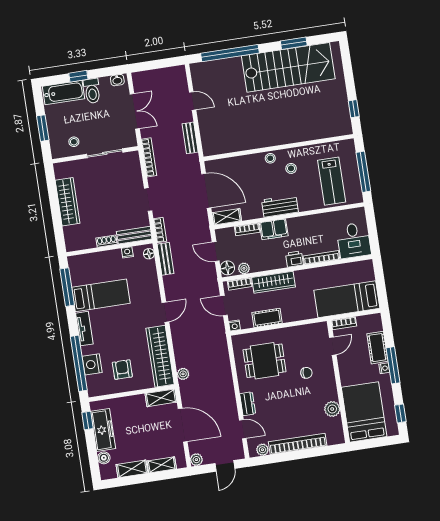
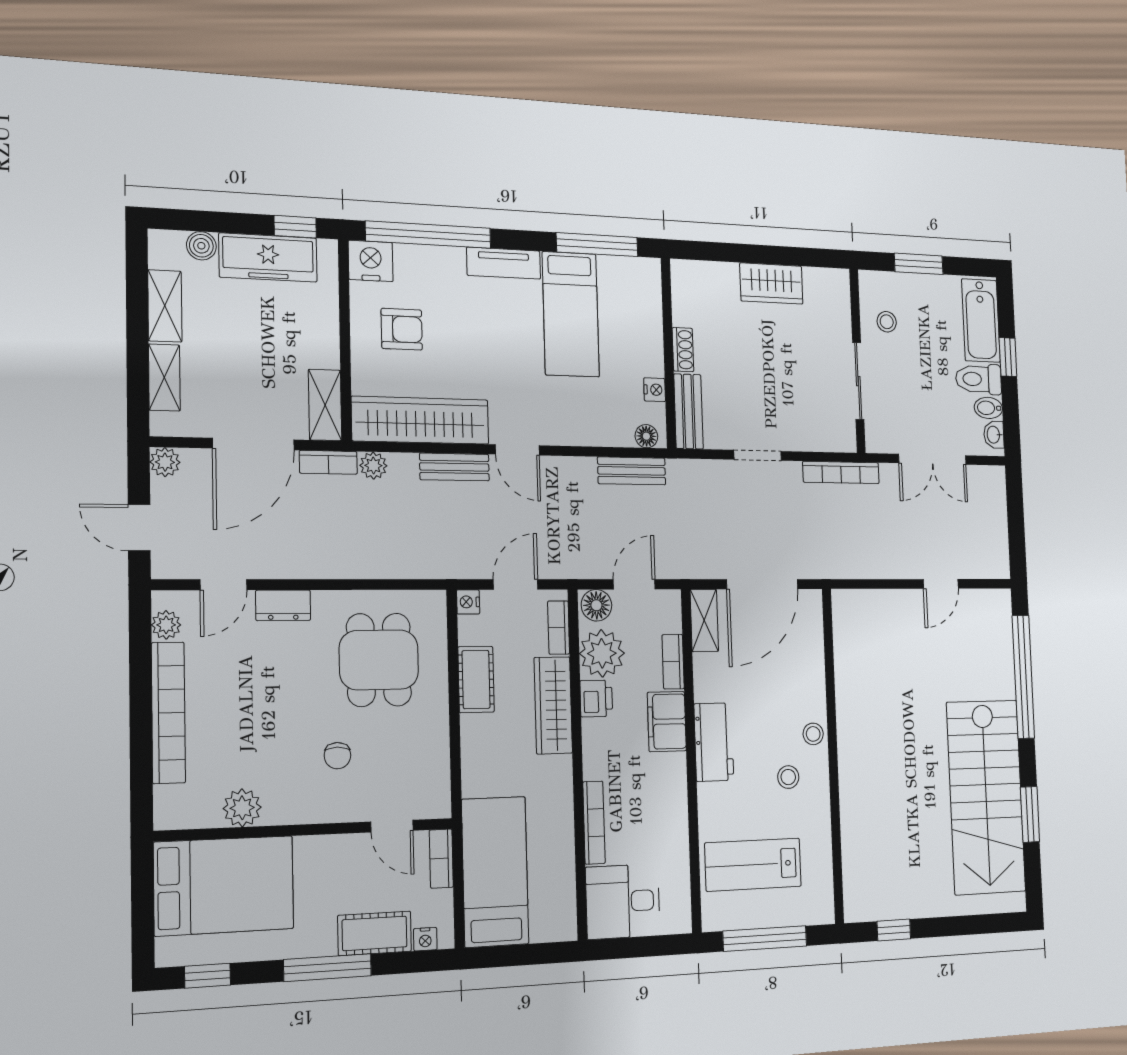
bidet: (105, 84) -> (988, 408), added
bench: (190, 138) -> (454, 467), moved
wardrobe: (68, 202) -> (771, 283), width x0.67
bookcase: (160, 230) -> (328, 462), moved
printer: (294, 259) -> (596, 699), moved
plant: (244, 268) -> (602, 653), width x1.88, depth x1.88
nightstand: (92, 364) -> (371, 261), moved
nightstand: (384, 368) -> (425, 939), moved

